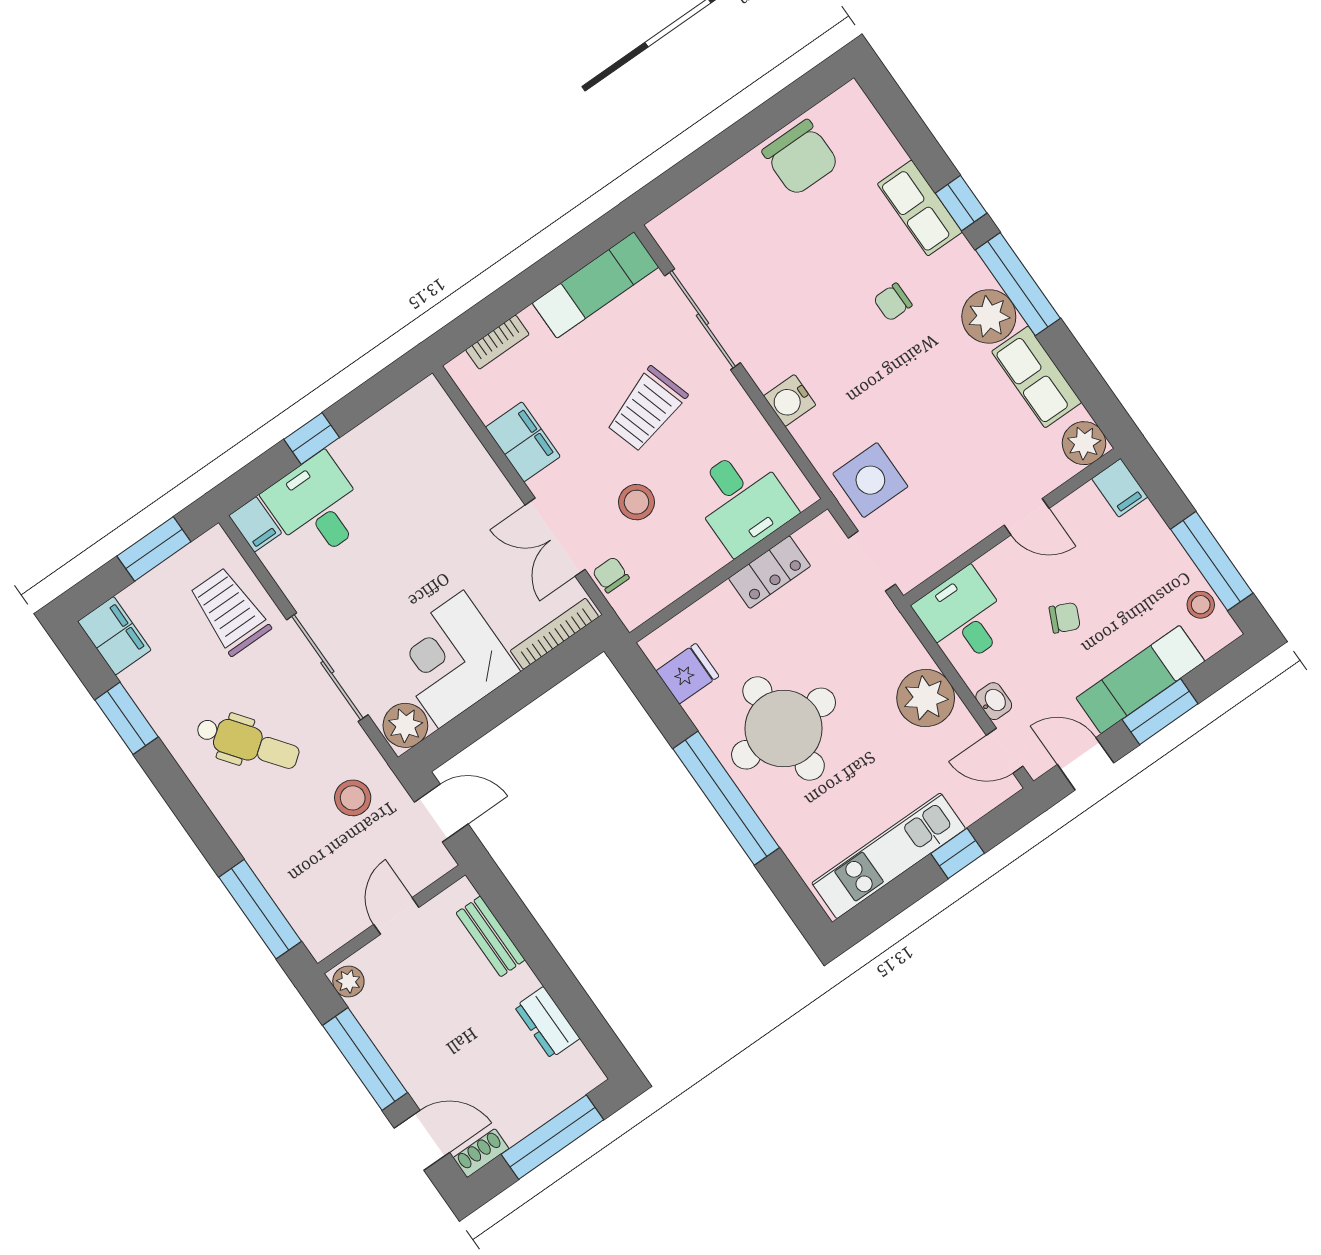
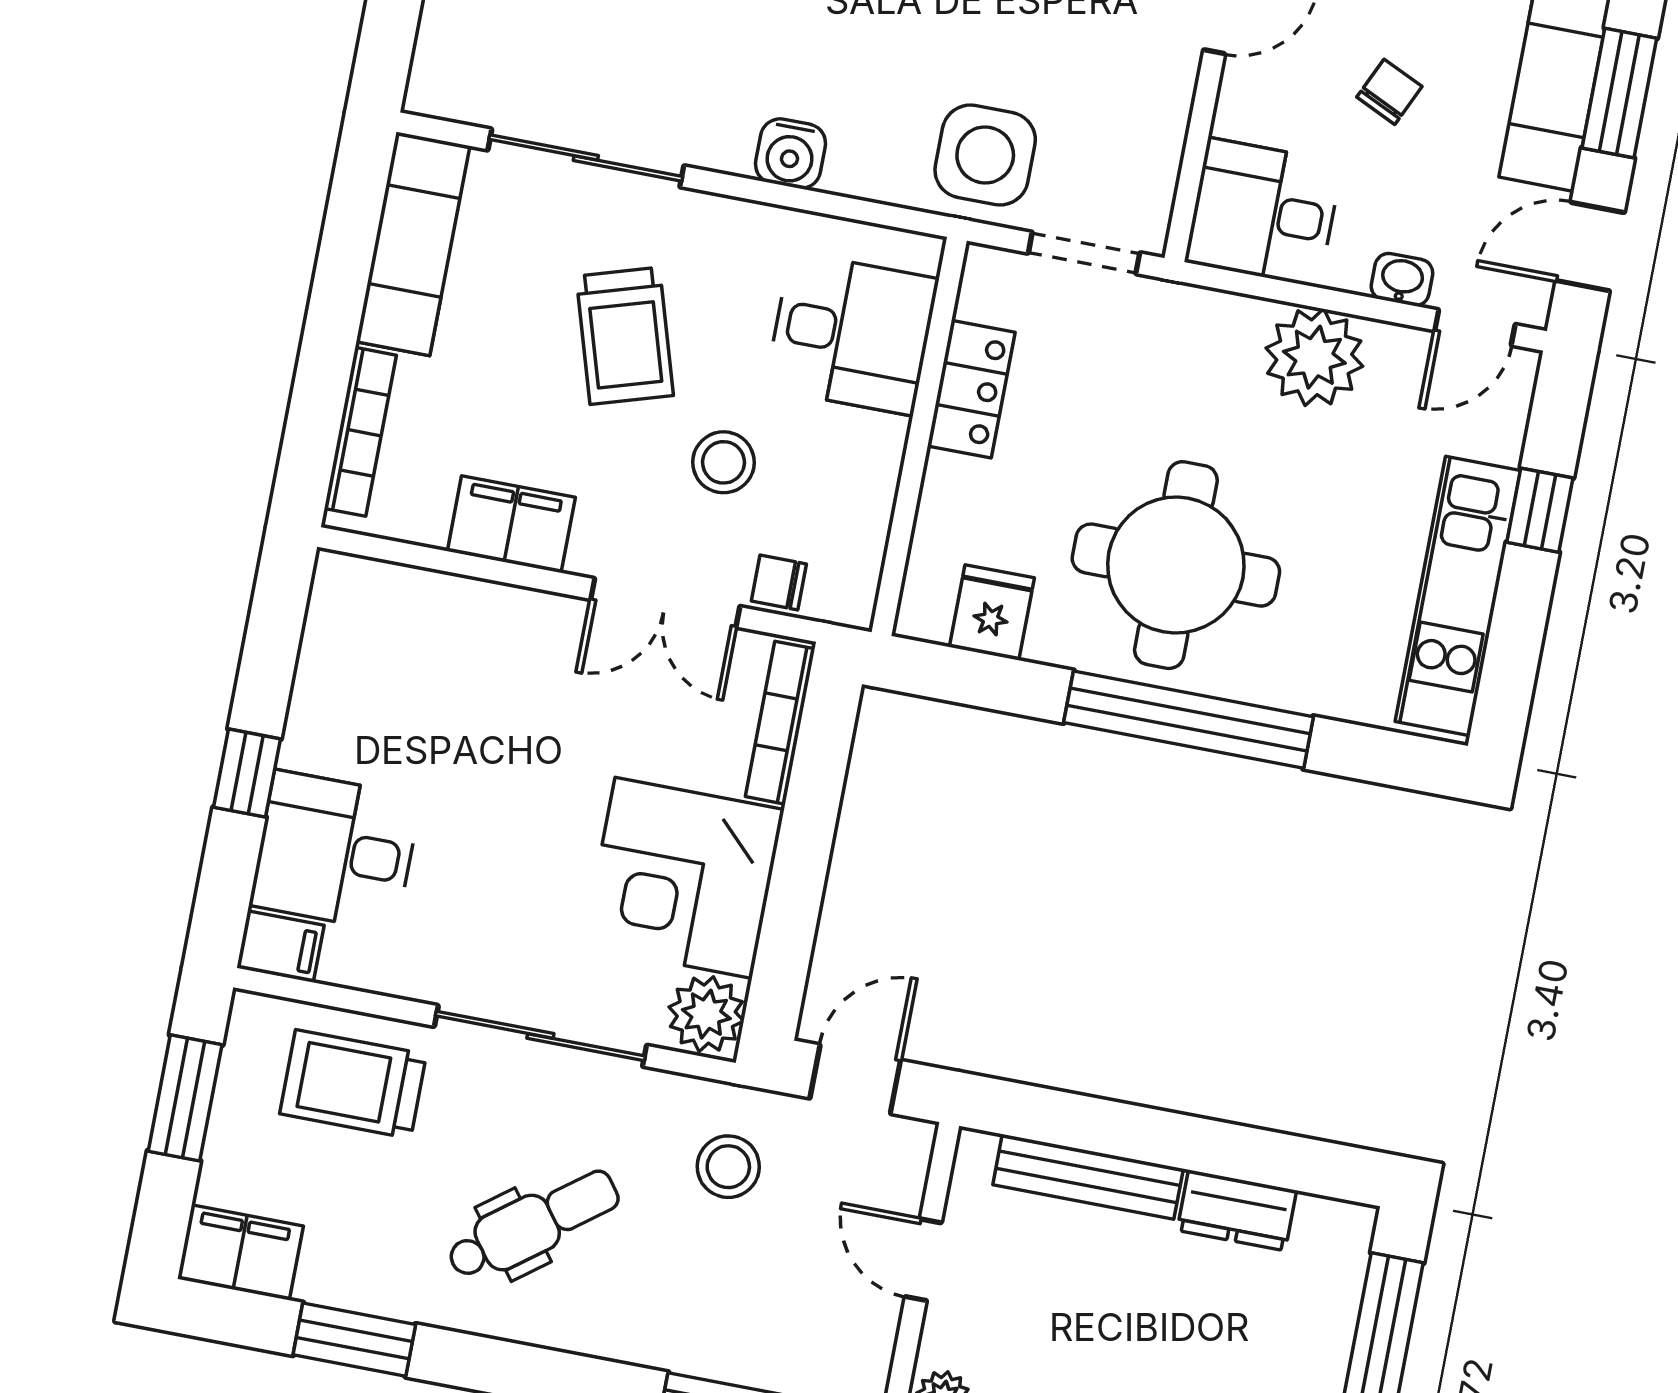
bookcase: (497, 342) -> (360, 432), width x1.56
bench: (491, 936) -> (1088, 1177), width x1.36

